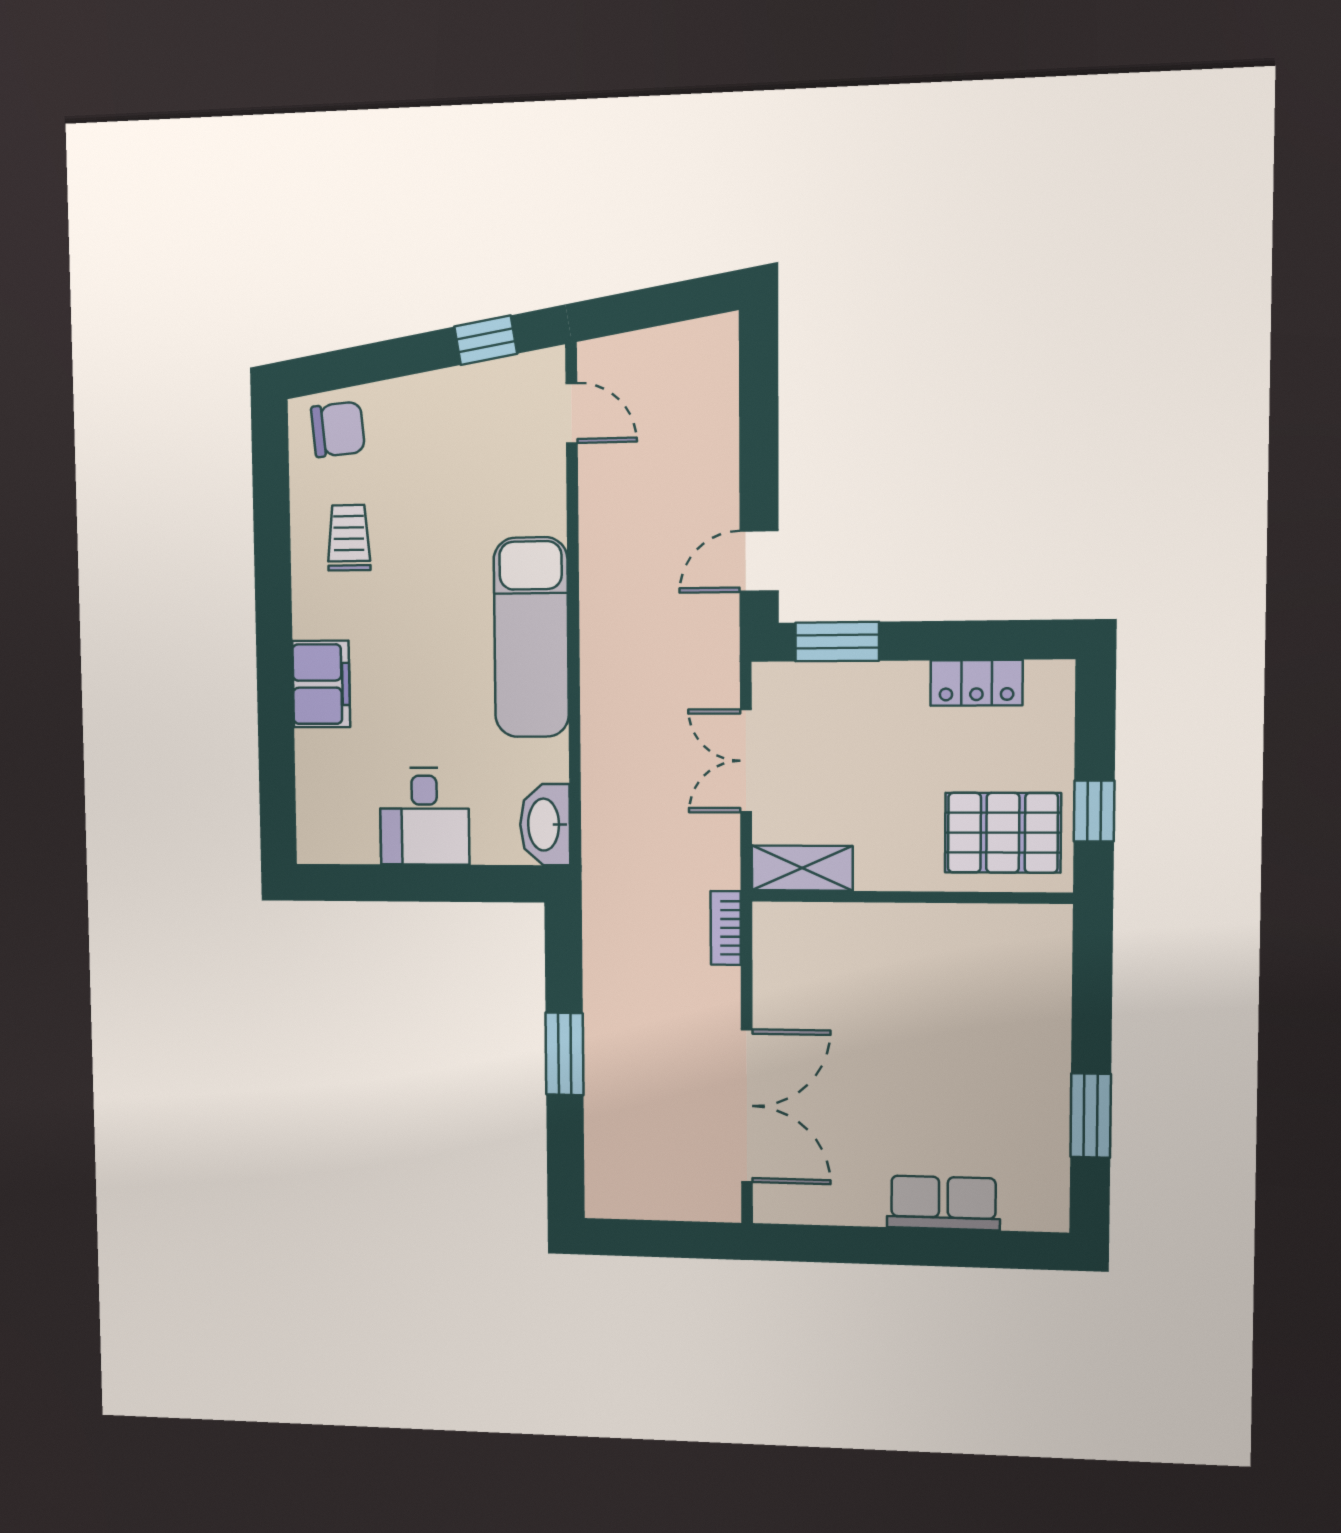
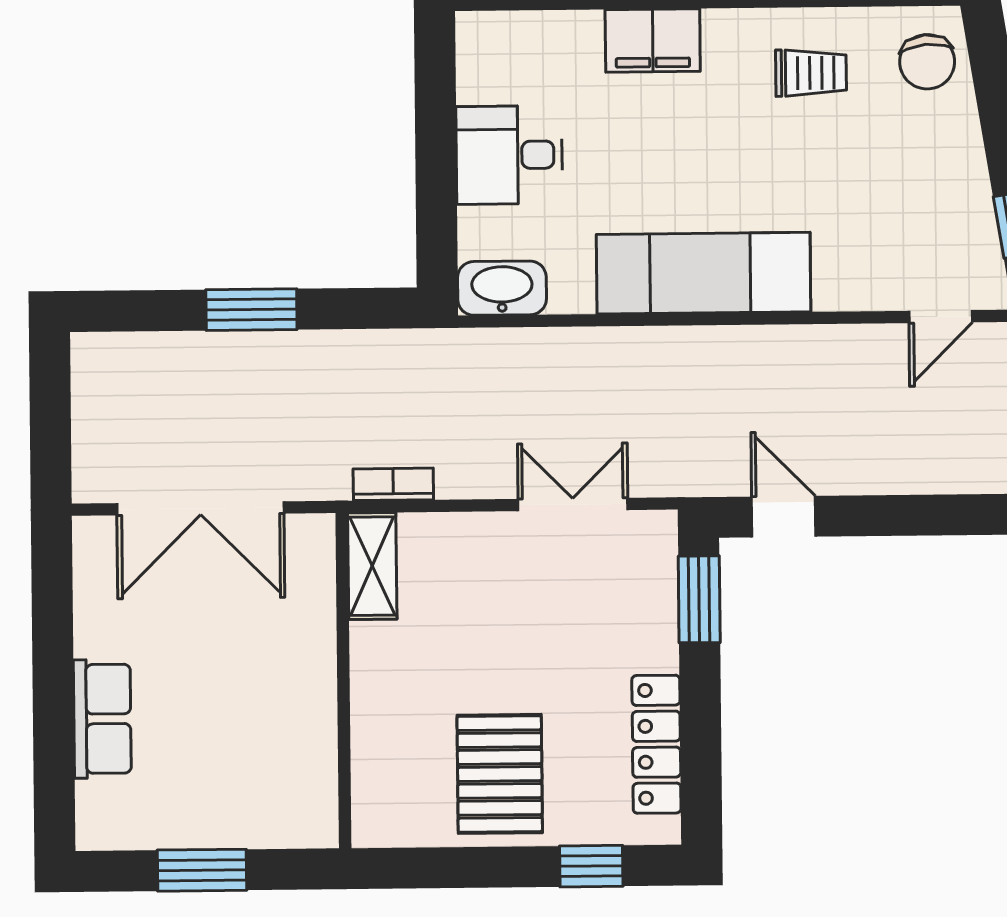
locker: (977, 683) -> (656, 744), width x1.53
window: (1094, 811) -> (591, 866), moved
shelving: (802, 868) -> (372, 566), moved
wall: (911, 897) -> (343, 681), moved

